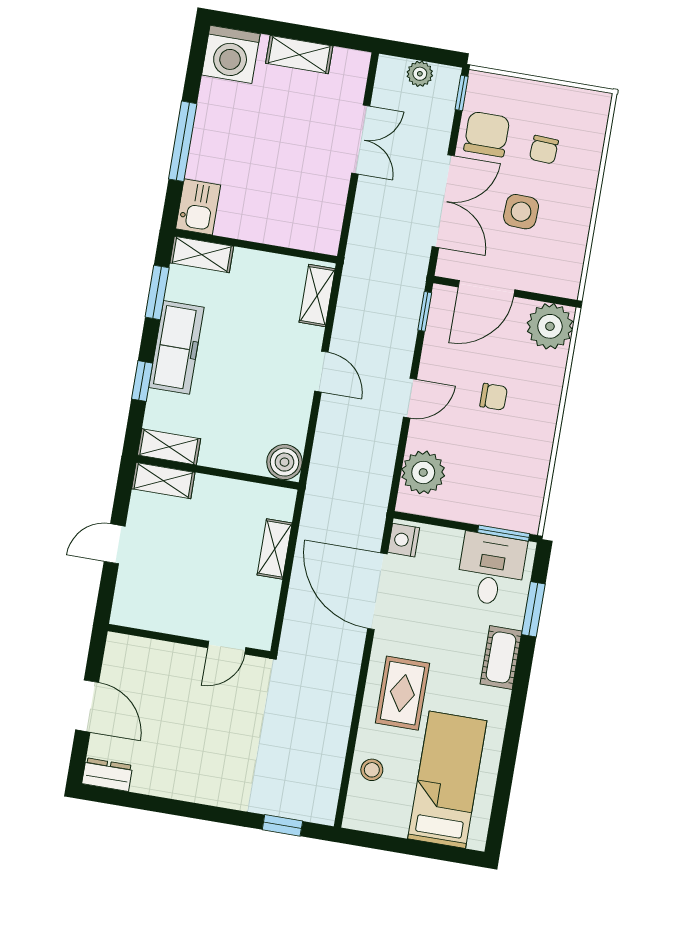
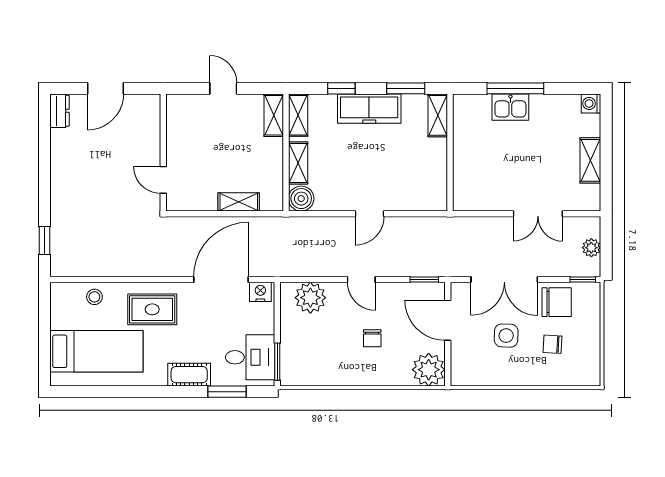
washing machine: (231, 54) -> (591, 103), width x0.53, depth x0.53
kitchen sink: (198, 207) -> (510, 107), moved
shelving: (317, 296) -> (298, 163), moved, turned 90

